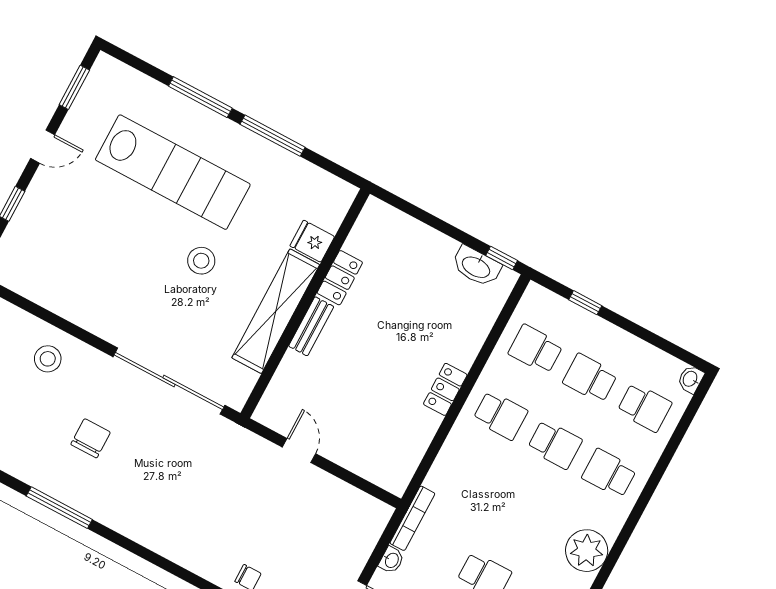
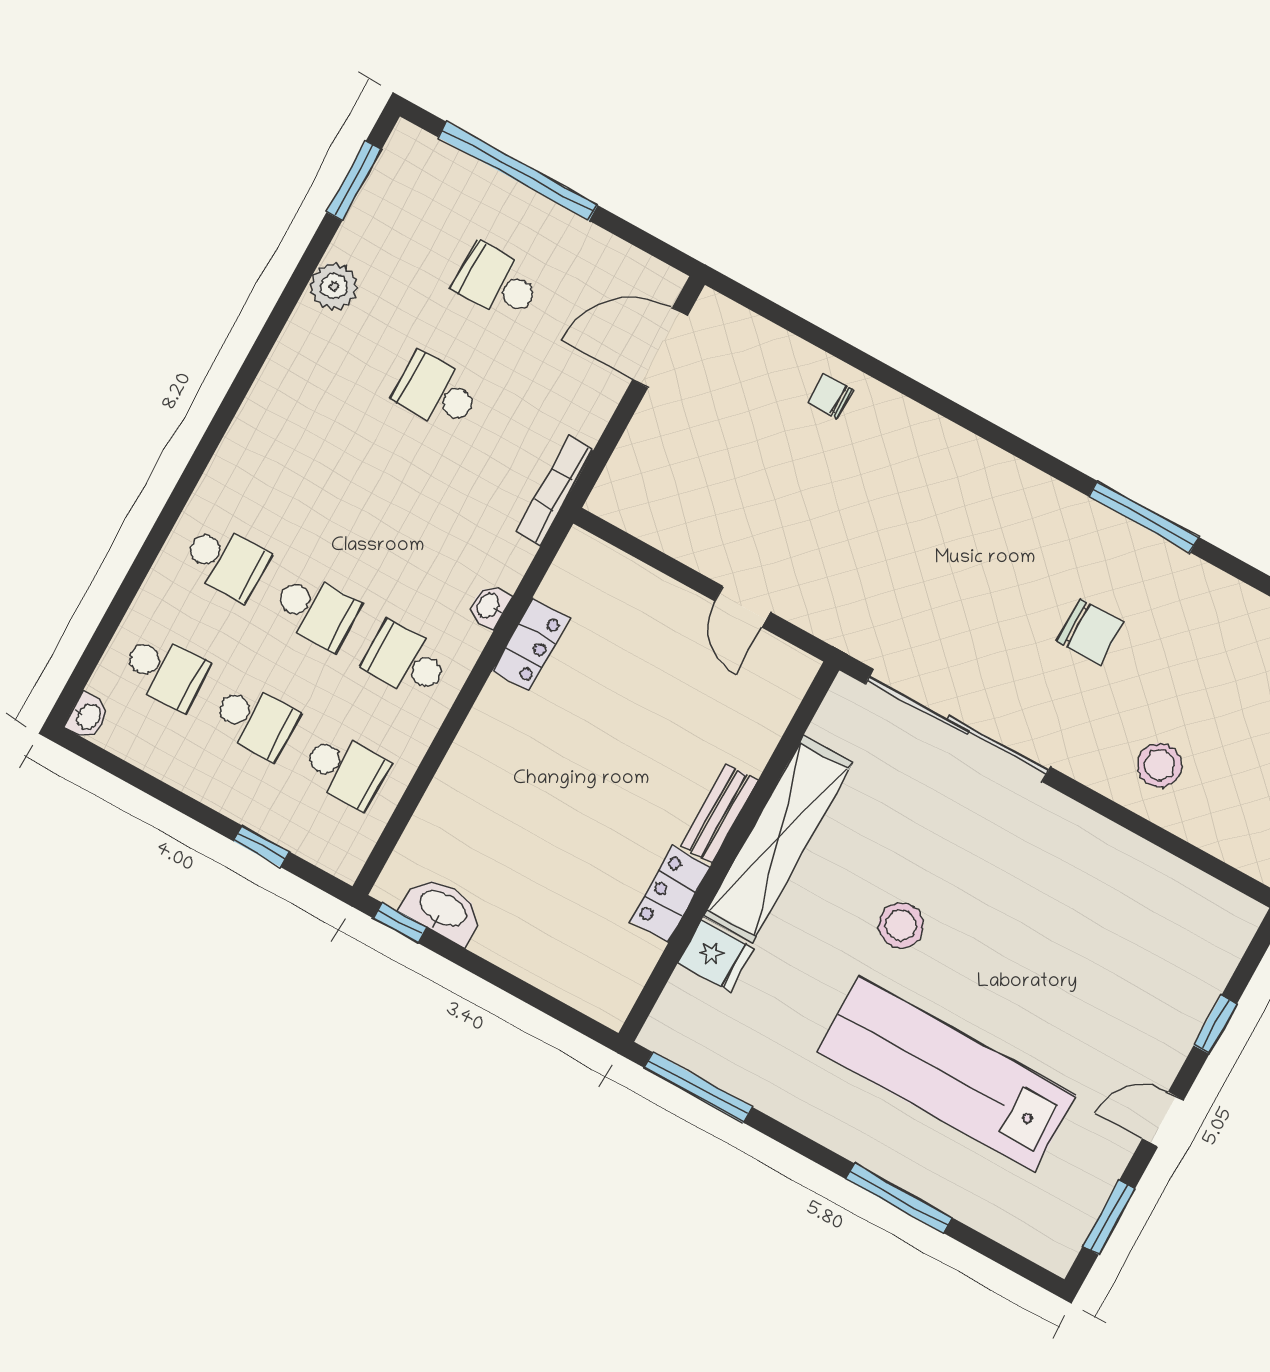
window: (273, 136) -> (698, 1087), moved
locker: (445, 389) -> (531, 644), moved
school desk: (644, 407) -> (165, 671), turned 180
chair: (91, 438) -> (1090, 632), turned -90
school desk: (555, 444) -> (316, 611), turned 180
plant: (587, 551) -> (265, 433), removed
washbasin: (391, 560) -> (489, 606), moved

